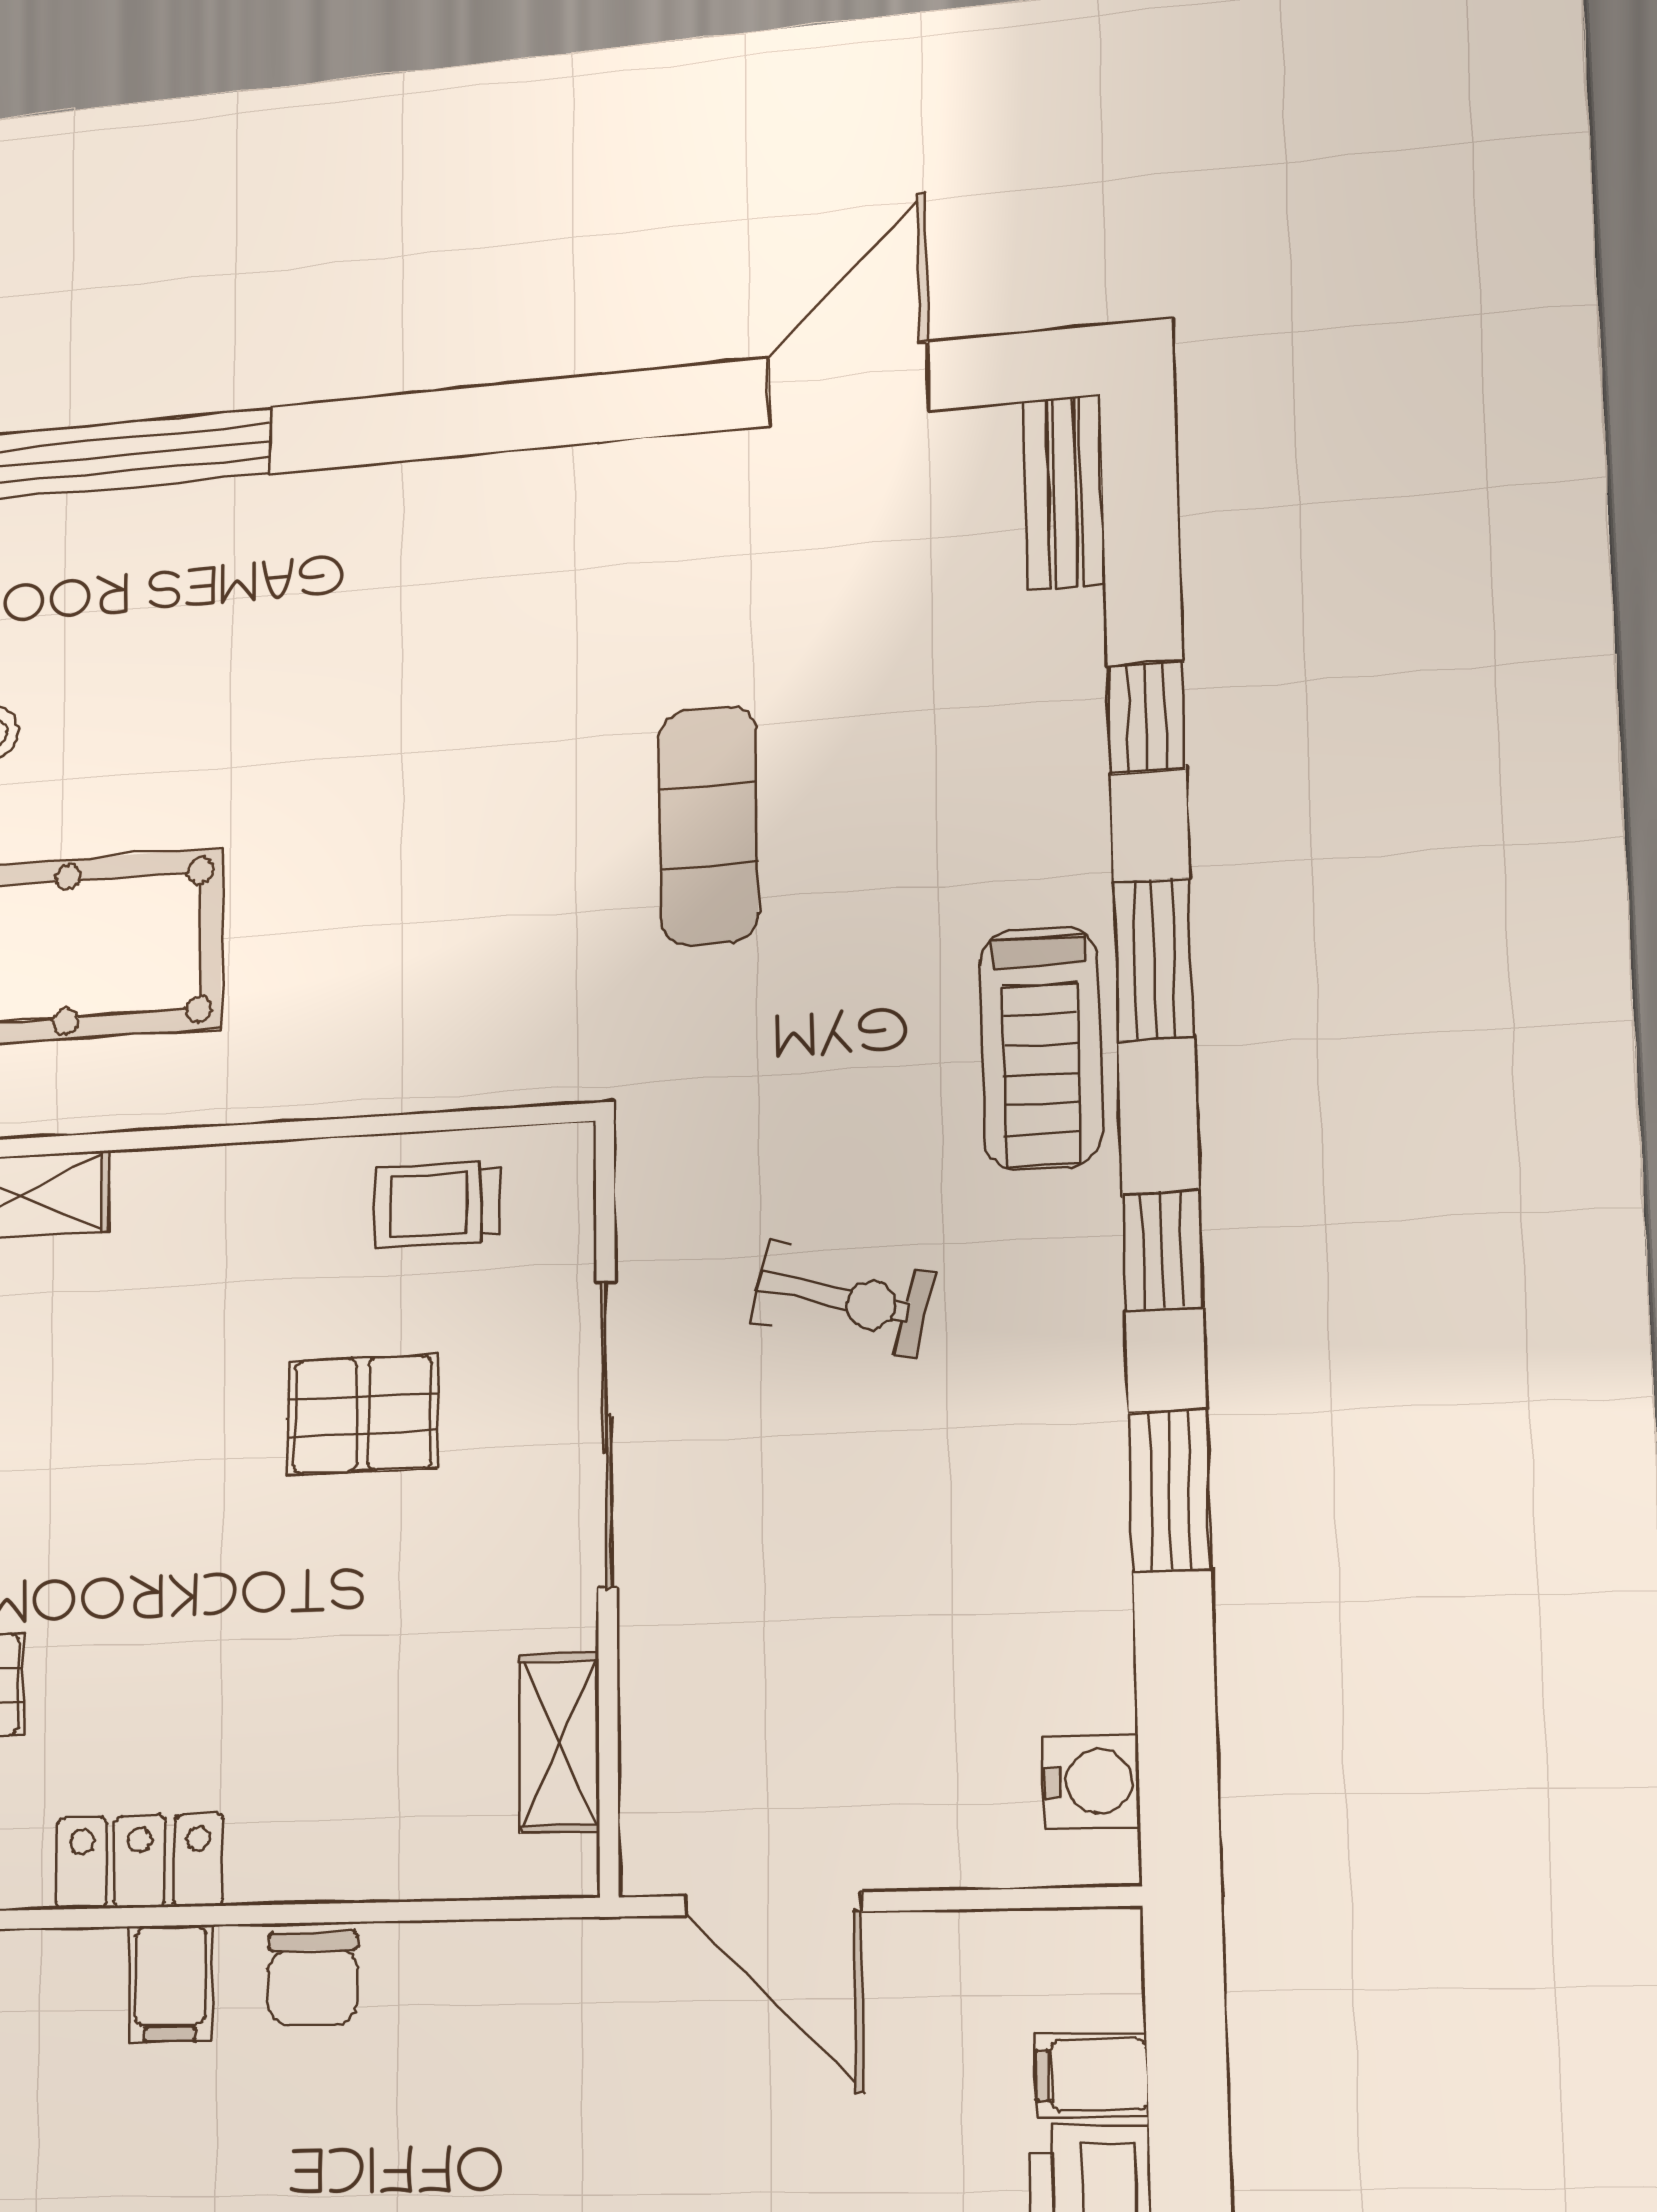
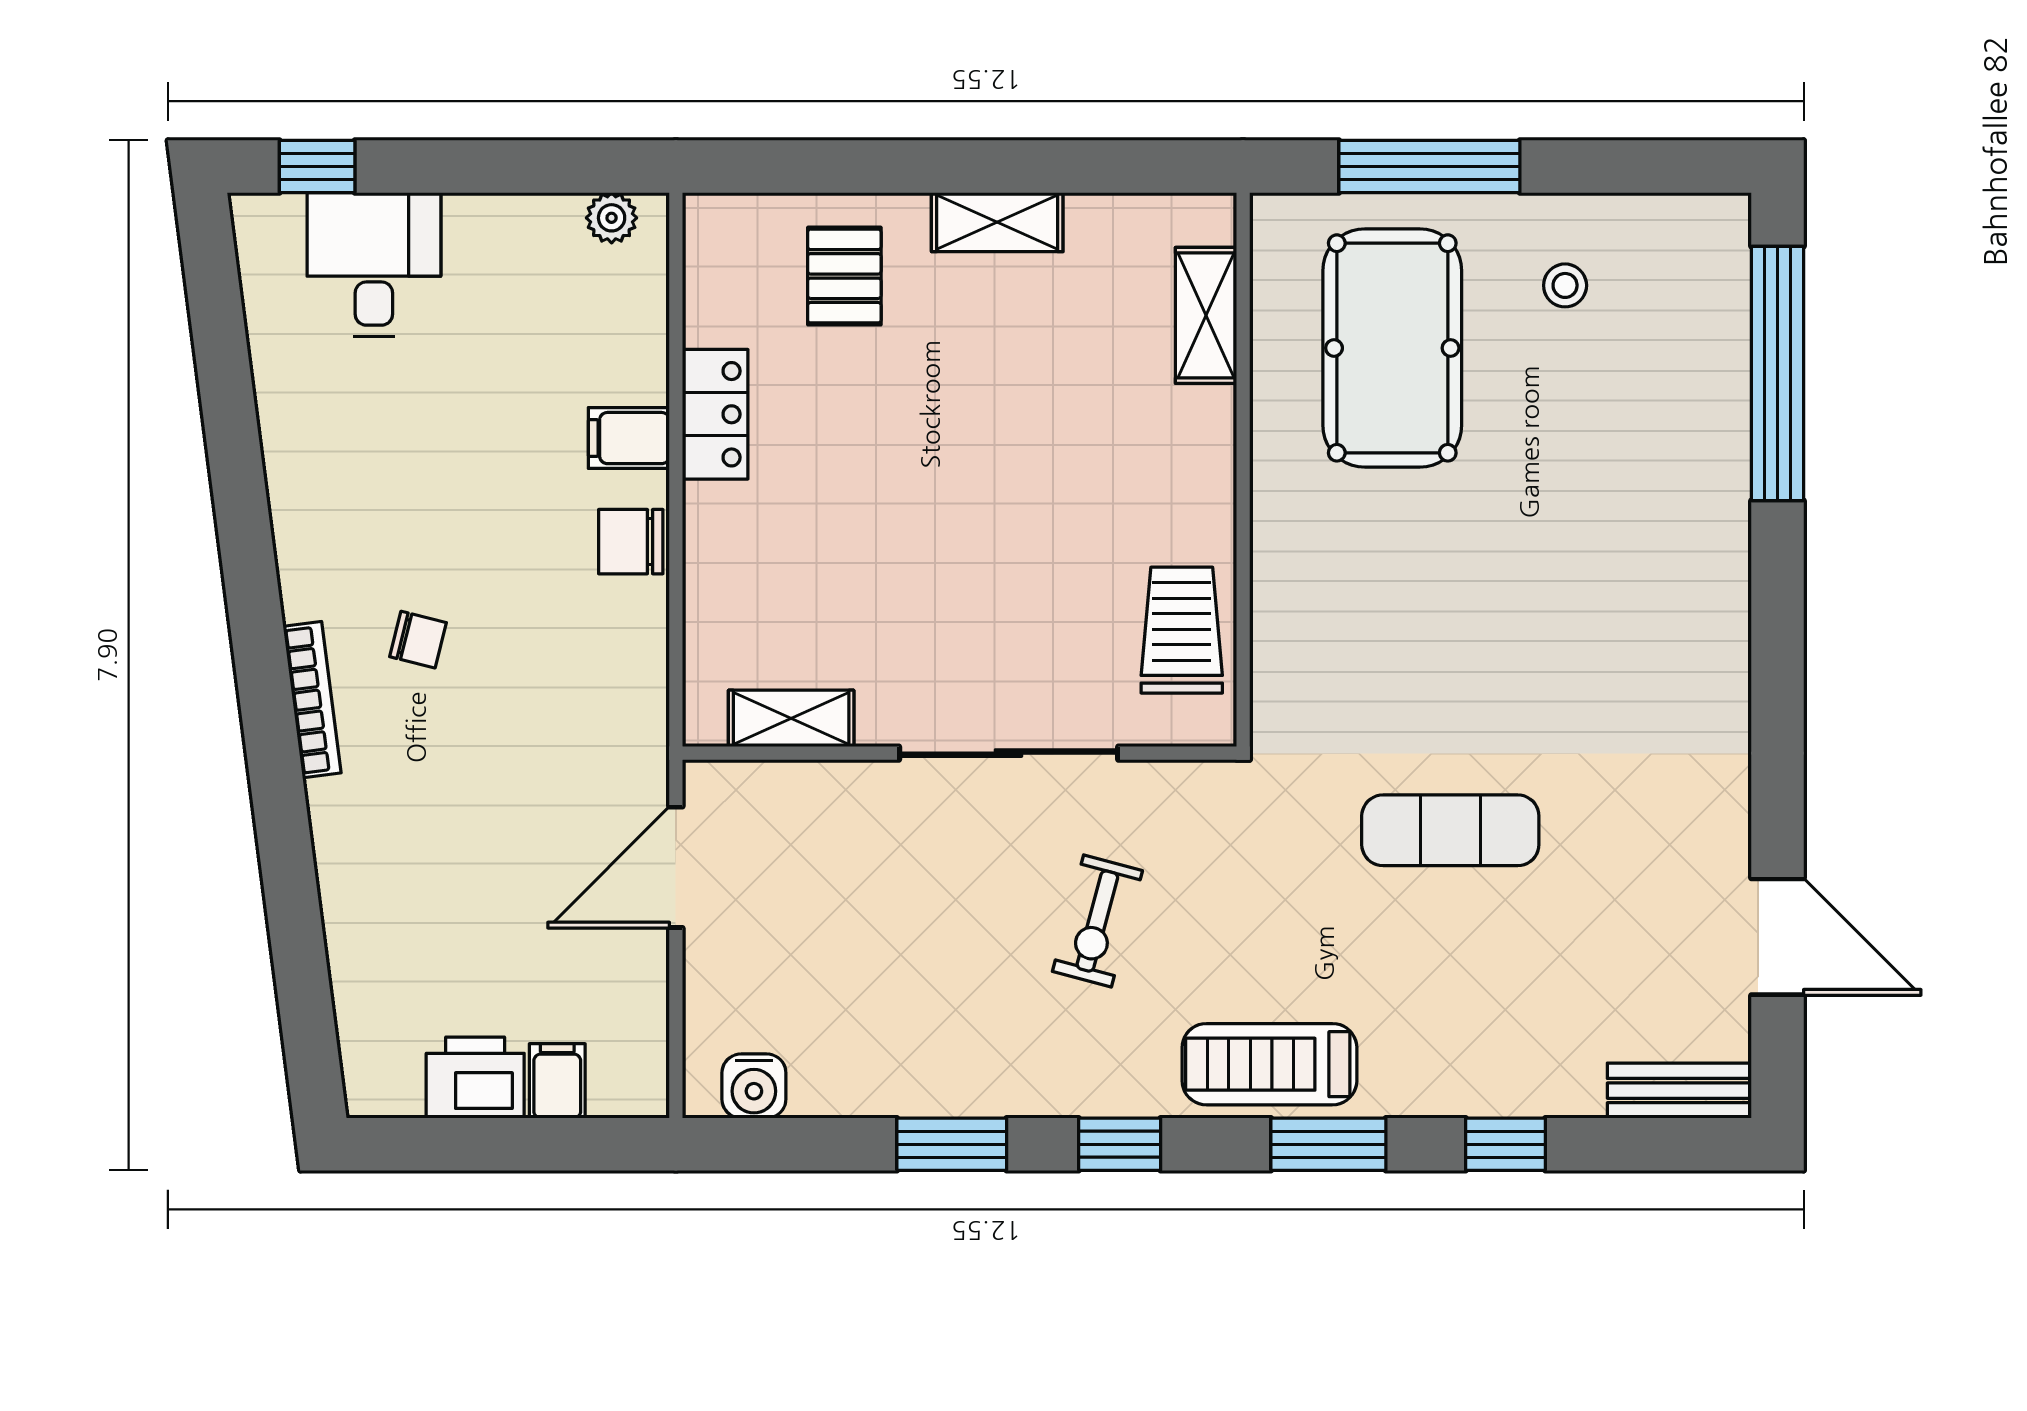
trolley: (437, 1204) -> (1182, 630), width x1.36, depth x1.39
pallet: (363, 1415) -> (1030, 576), removed

